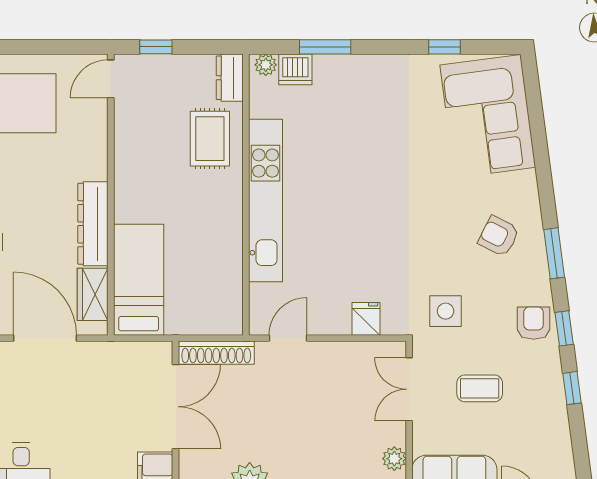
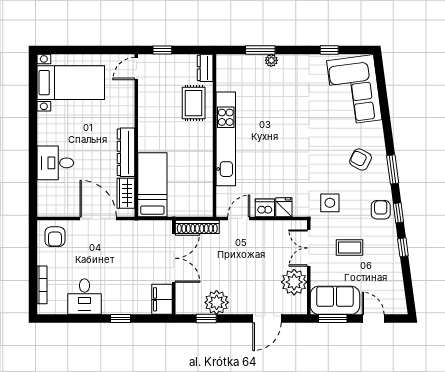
plant: (266, 65) -> (271, 60), moved
dishwasher: (295, 69) -> (265, 208), moved, turned 180
plant: (394, 459) -> (294, 282), width x1.88, depth x1.88

